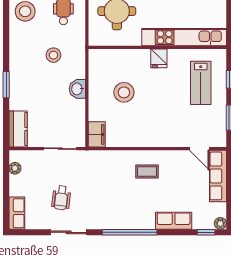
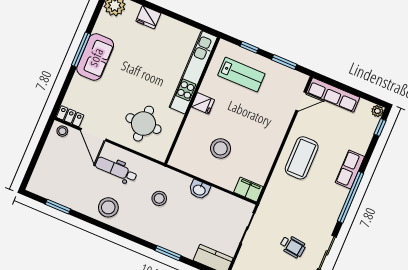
coffee table: (147, 171) -> (302, 158), width x1.86, depth x1.72
row of seats: (174, 221) -> (350, 169), moved

